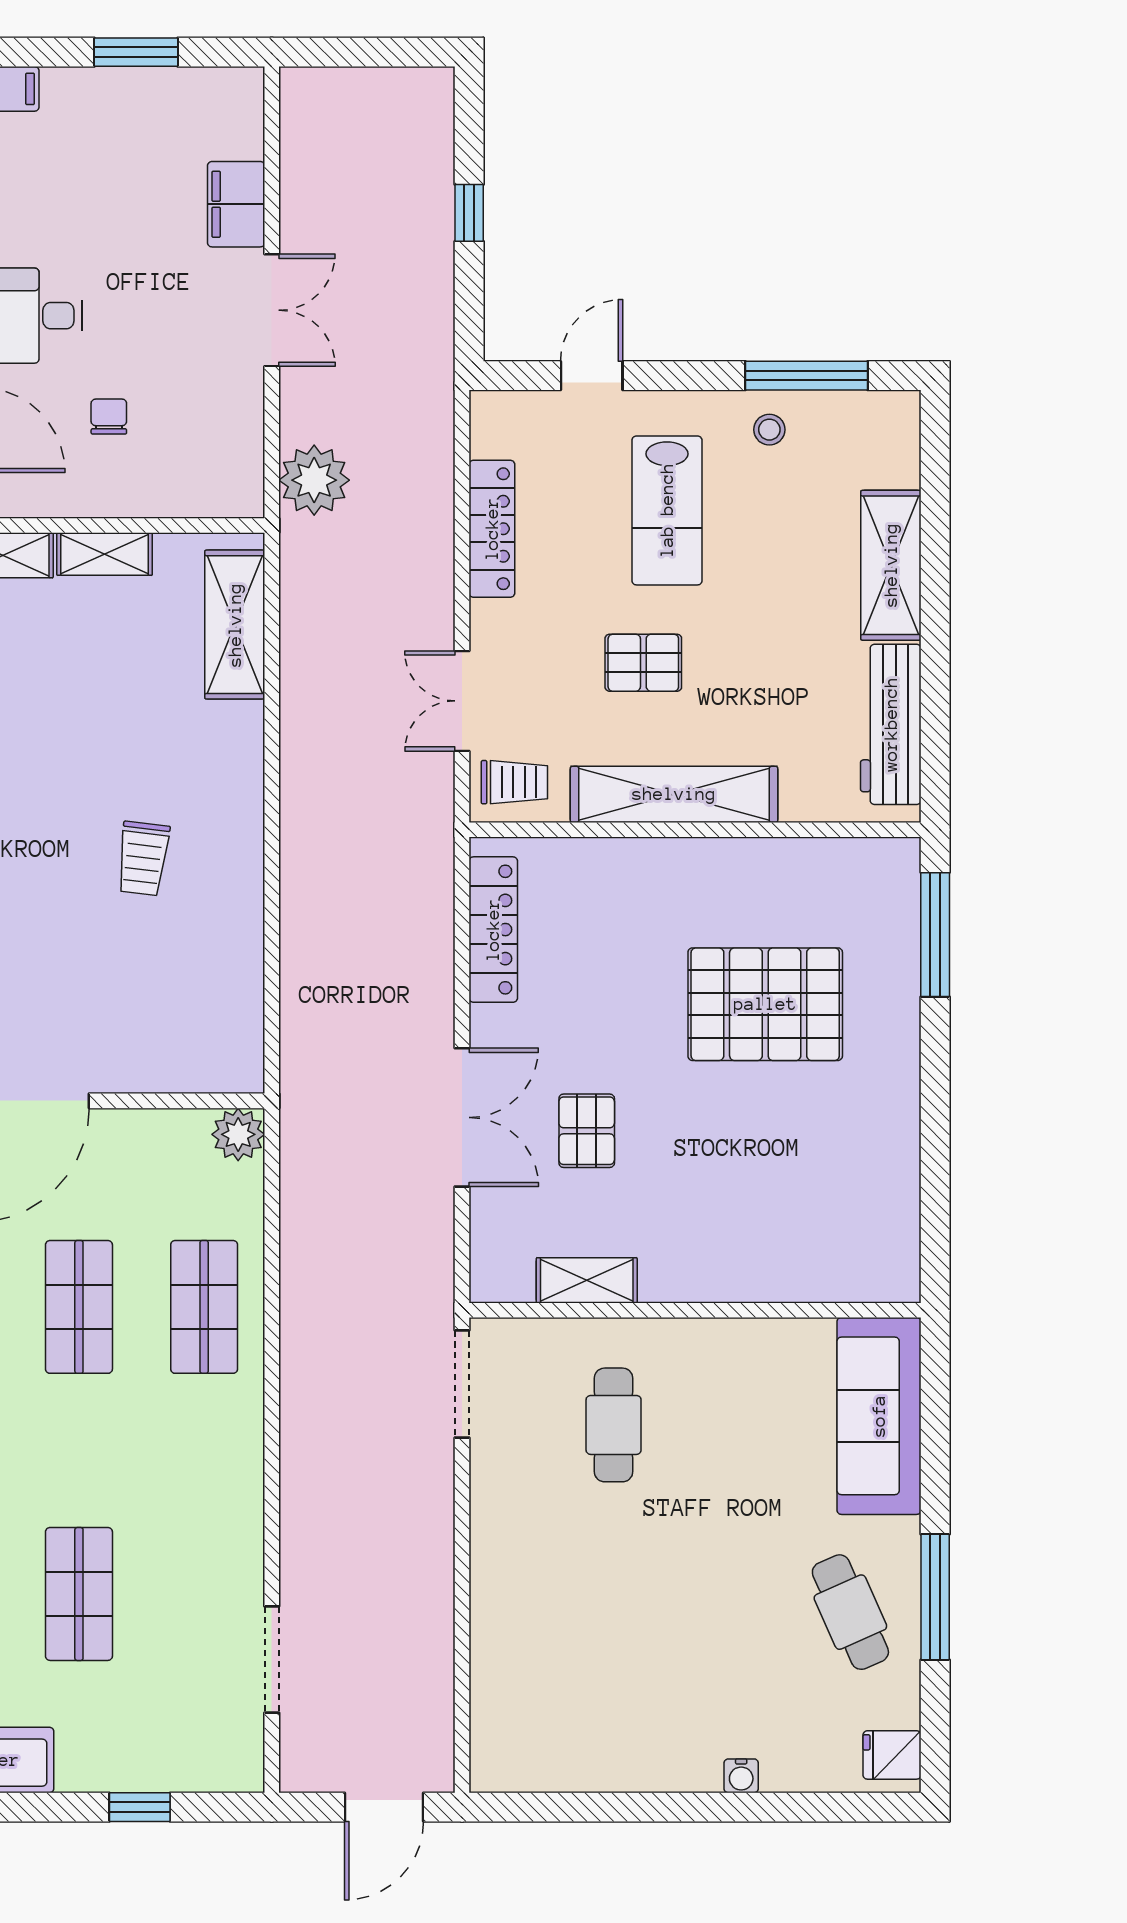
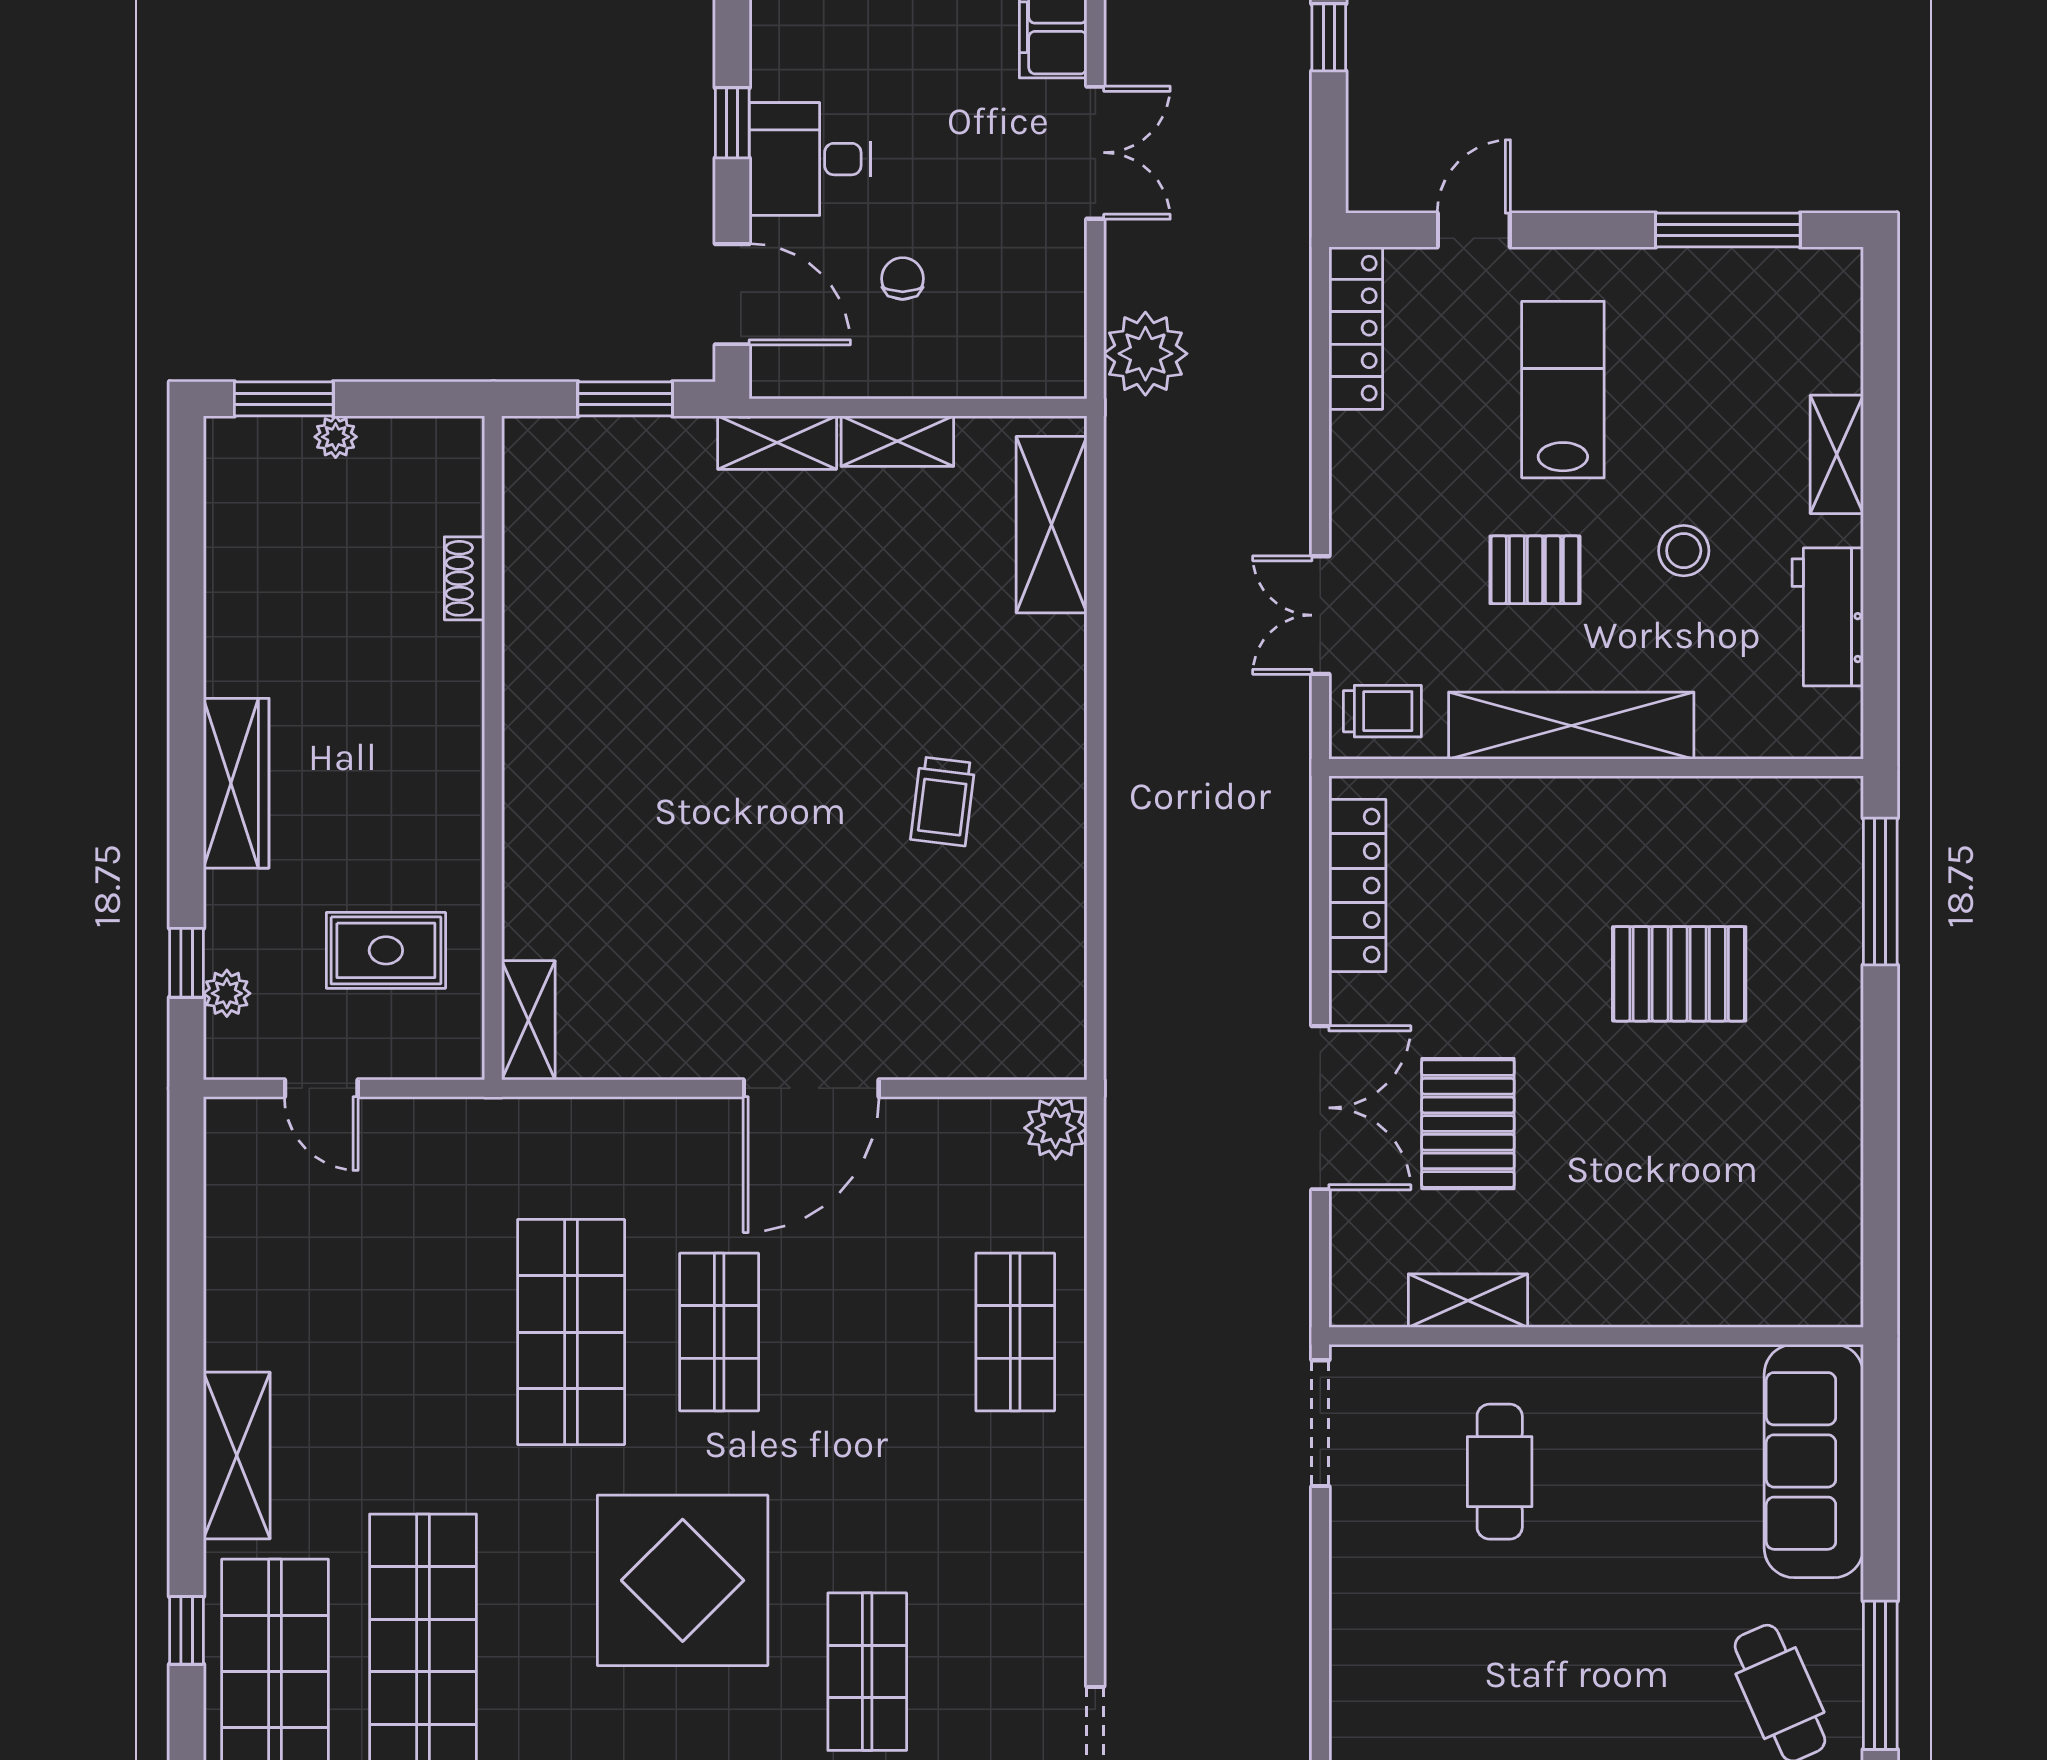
stool: (769, 430) -> (1684, 551), moved, width x1.37, depth x1.37
lab bench: (667, 510) -> (1563, 390), turned 180
locker: (492, 529) -> (1356, 328), moved
shelving: (891, 565) -> (1837, 454), width x0.67, depth x0.75
workbench: (891, 724) -> (1828, 617), width x0.73
pallet: (765, 1004) -> (1679, 974), width x0.73, depth x0.71
pallet: (587, 1131) -> (1468, 1124), width x1.50, depth x1.42
shop shelf: (79, 1307) -> (867, 1332), removed

